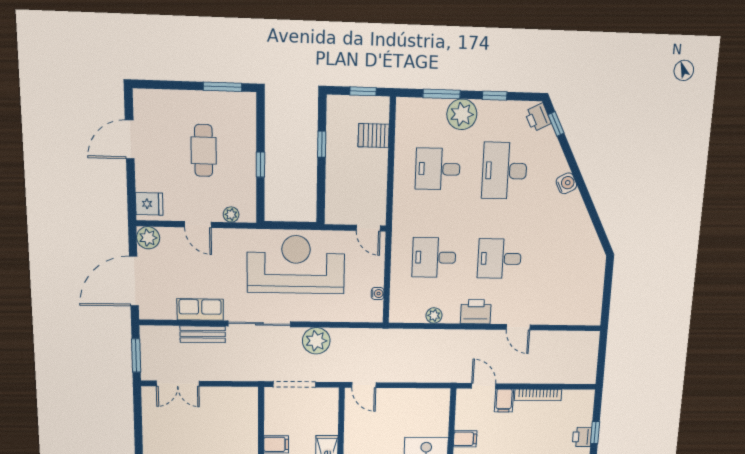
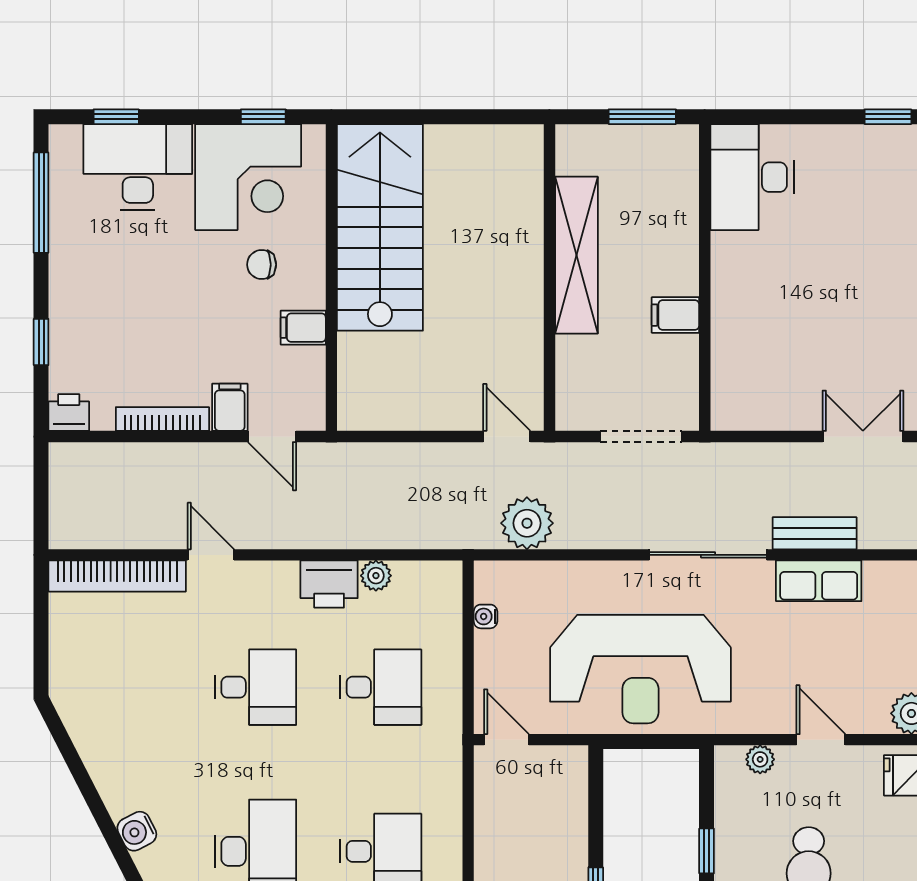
printer: (476, 312) -> (329, 584), moved
bookcase: (566, 317) -> (117, 576), added
plant: (316, 341) -> (527, 523), moved
printer: (582, 437) -> (69, 413), moved, turned -90

